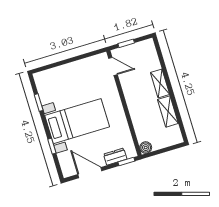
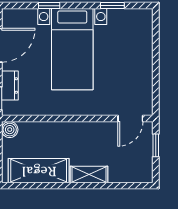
shelving: (168, 111) -> (39, 171), width x1.50, depth x1.33

